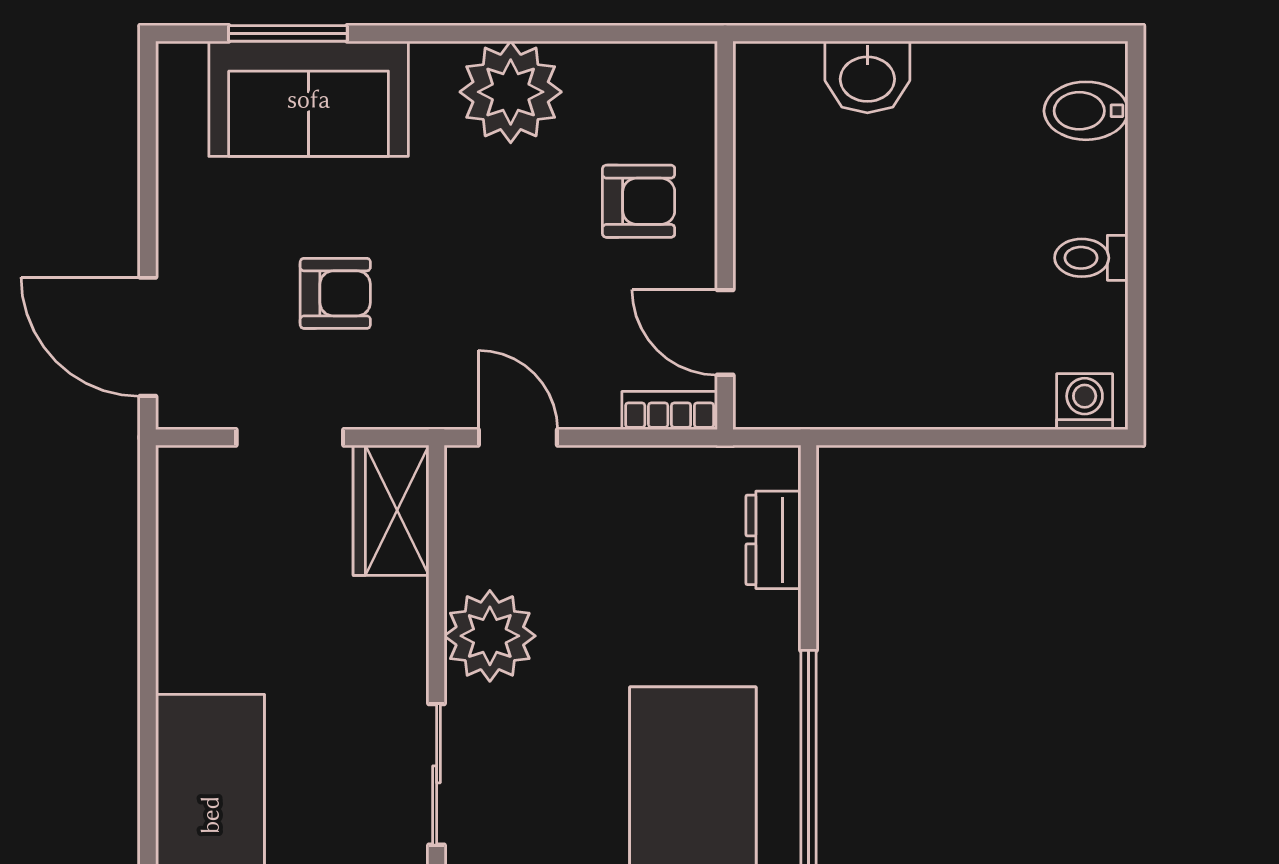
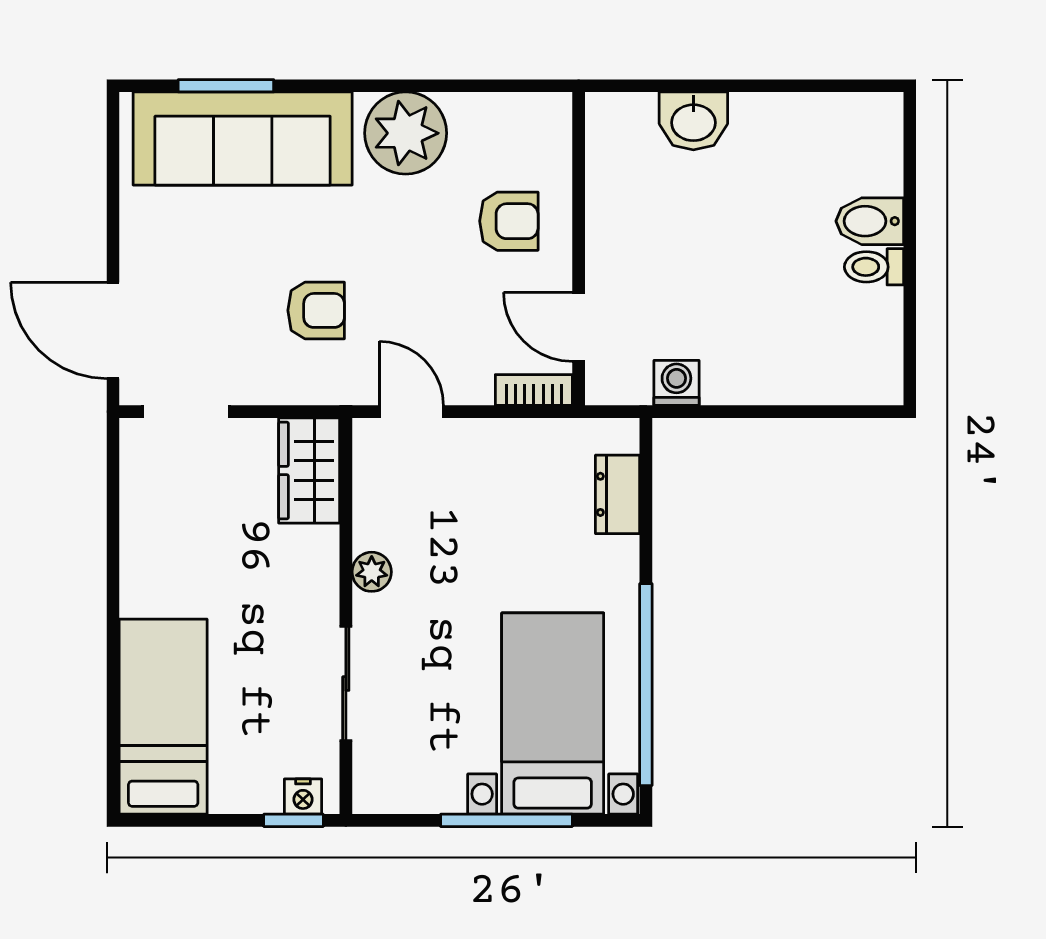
sofa: (309, 99) -> (243, 139), width x1.36
bidet: (1086, 111) -> (870, 221), moved
armchair: (335, 293) -> (316, 310), moved
washing machine: (1085, 402) -> (676, 383), moved
doorway: (290, 437) -> (186, 412), moved
plant: (490, 636) -> (372, 572), width x0.53, depth x0.53

